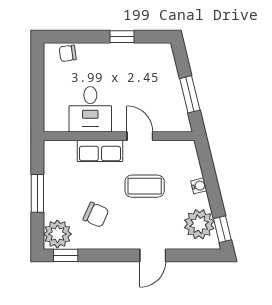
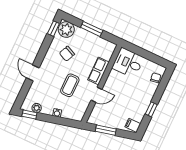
filing cabinet: (162, 54) -> (133, 125), added
desk: (90, 109) -> (128, 63), moved
plant: (199, 224) -> (37, 108), width x0.53, depth x0.53

